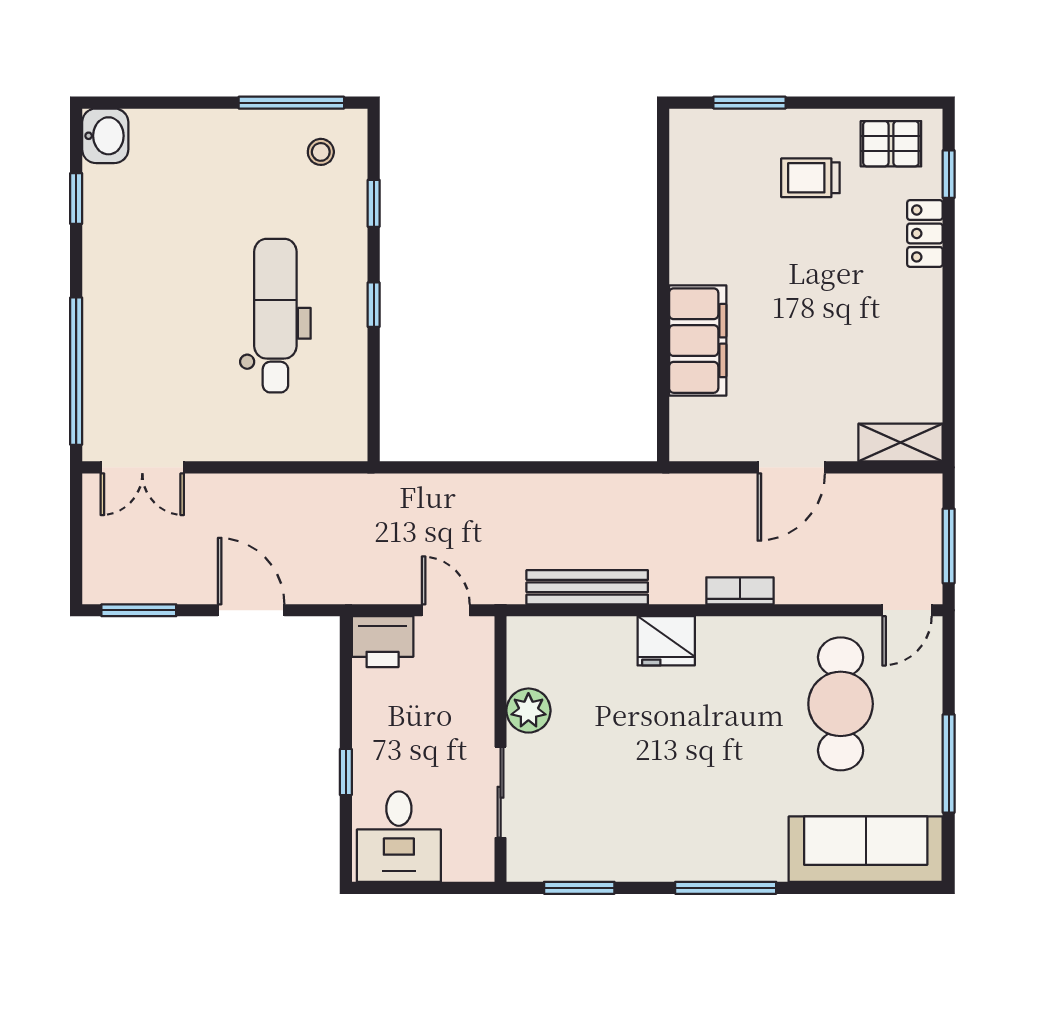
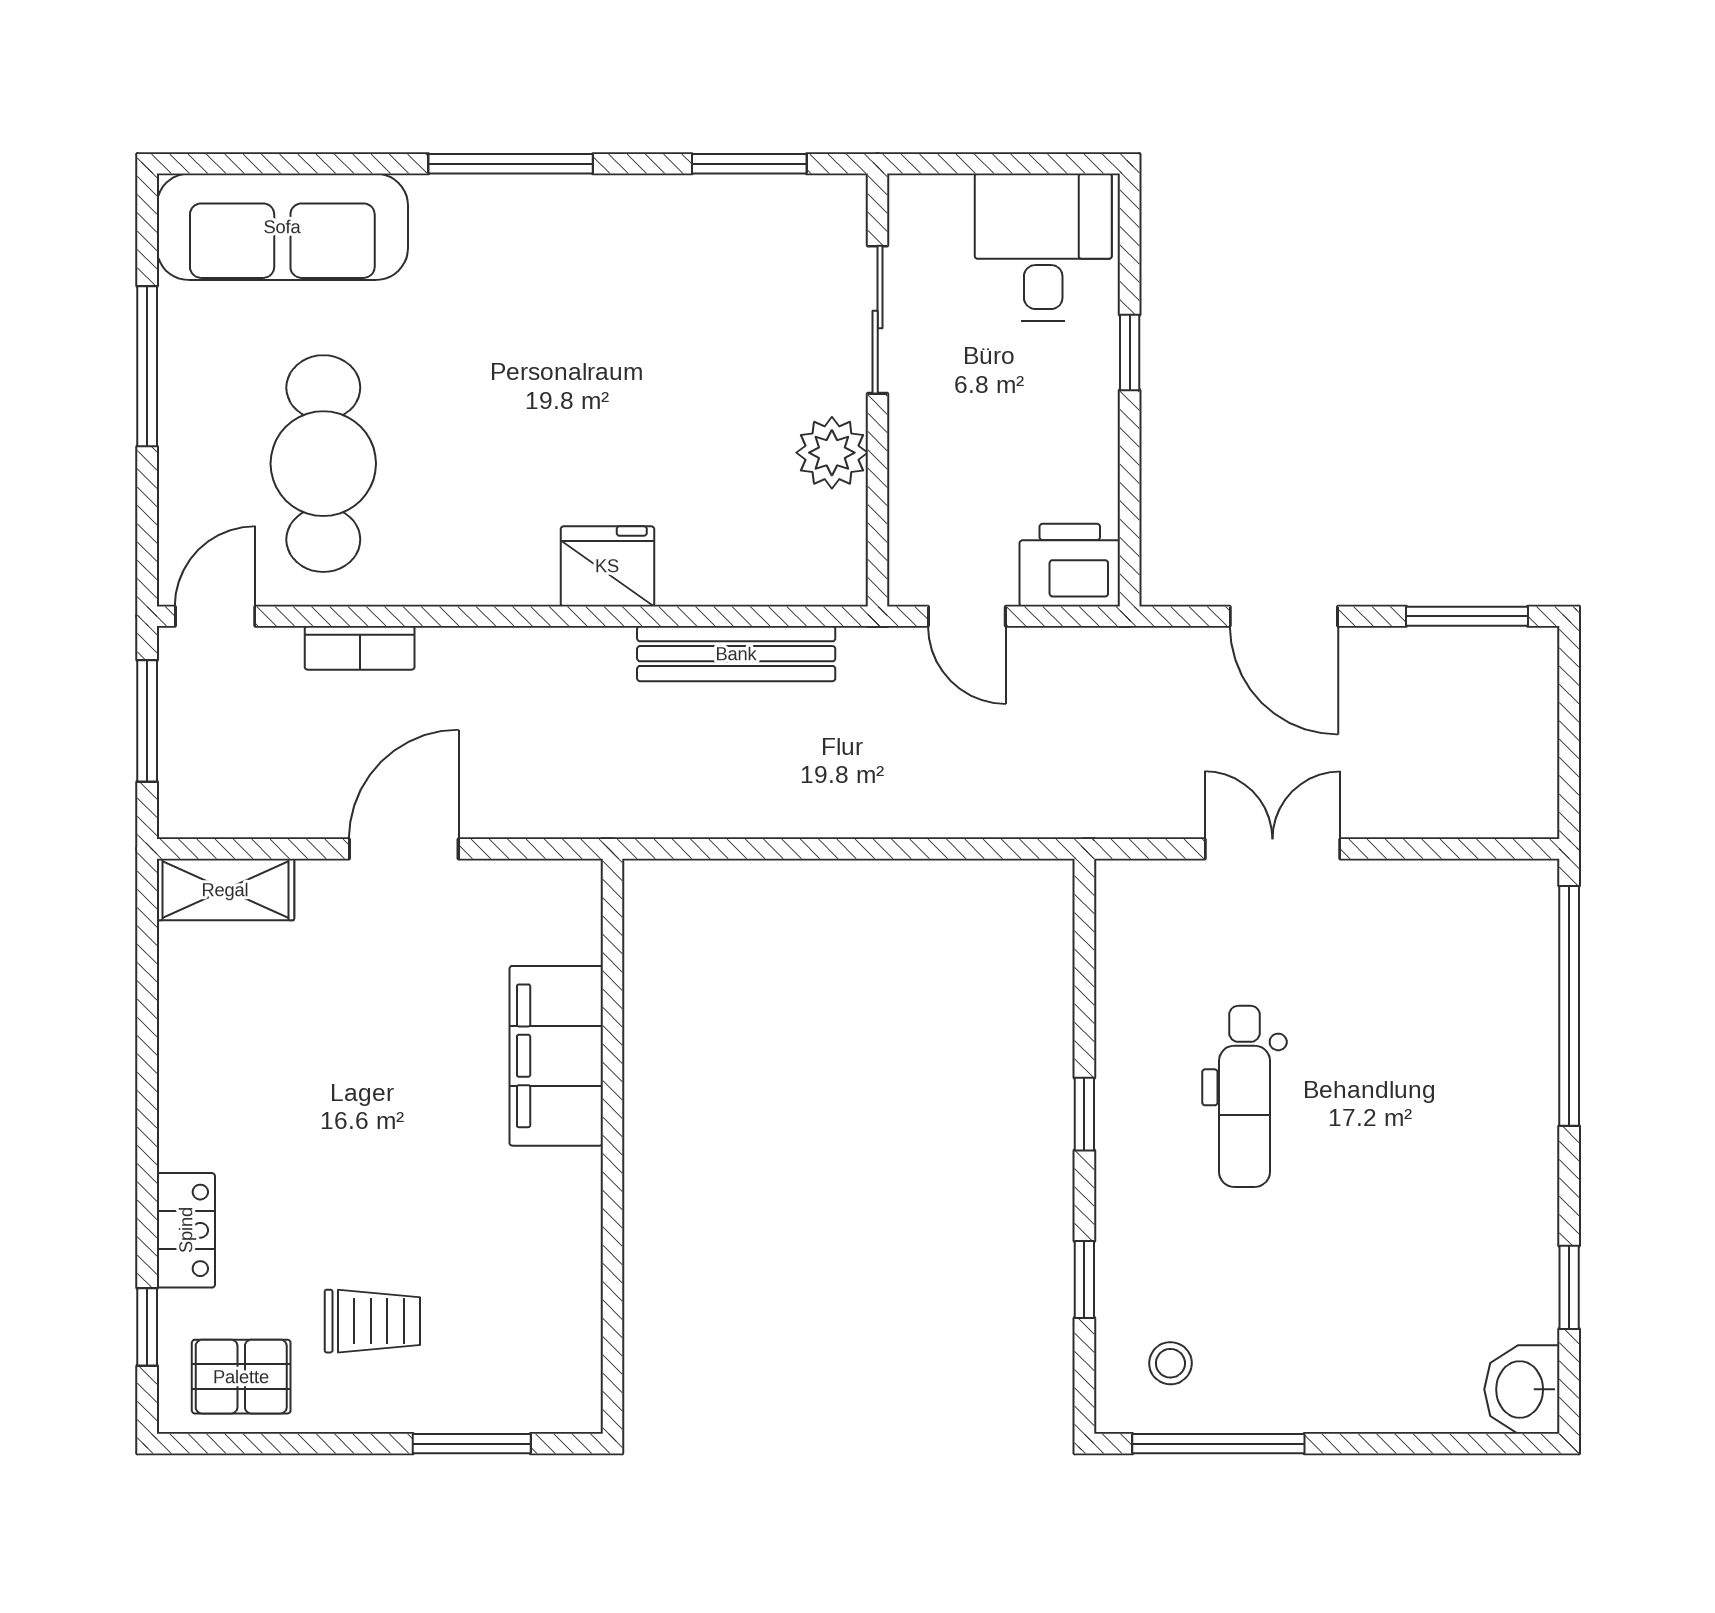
dental chair: (275, 316) -> (1244, 1096), width x0.73, depth x0.72
double door: (142, 467) -> (1273, 849), moved
bookcase: (740, 591) -> (360, 648), moved

